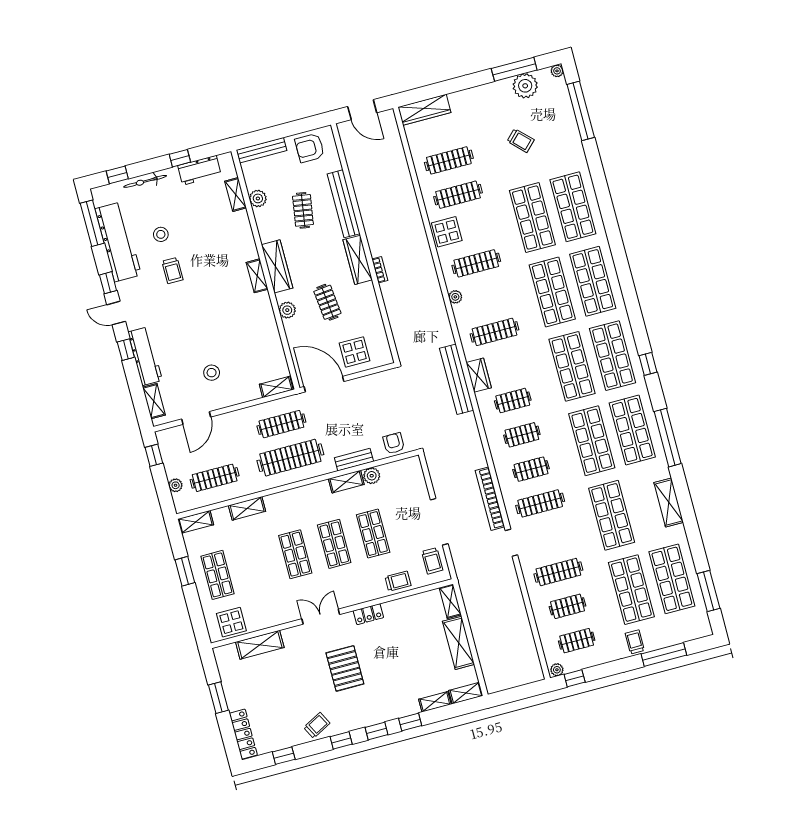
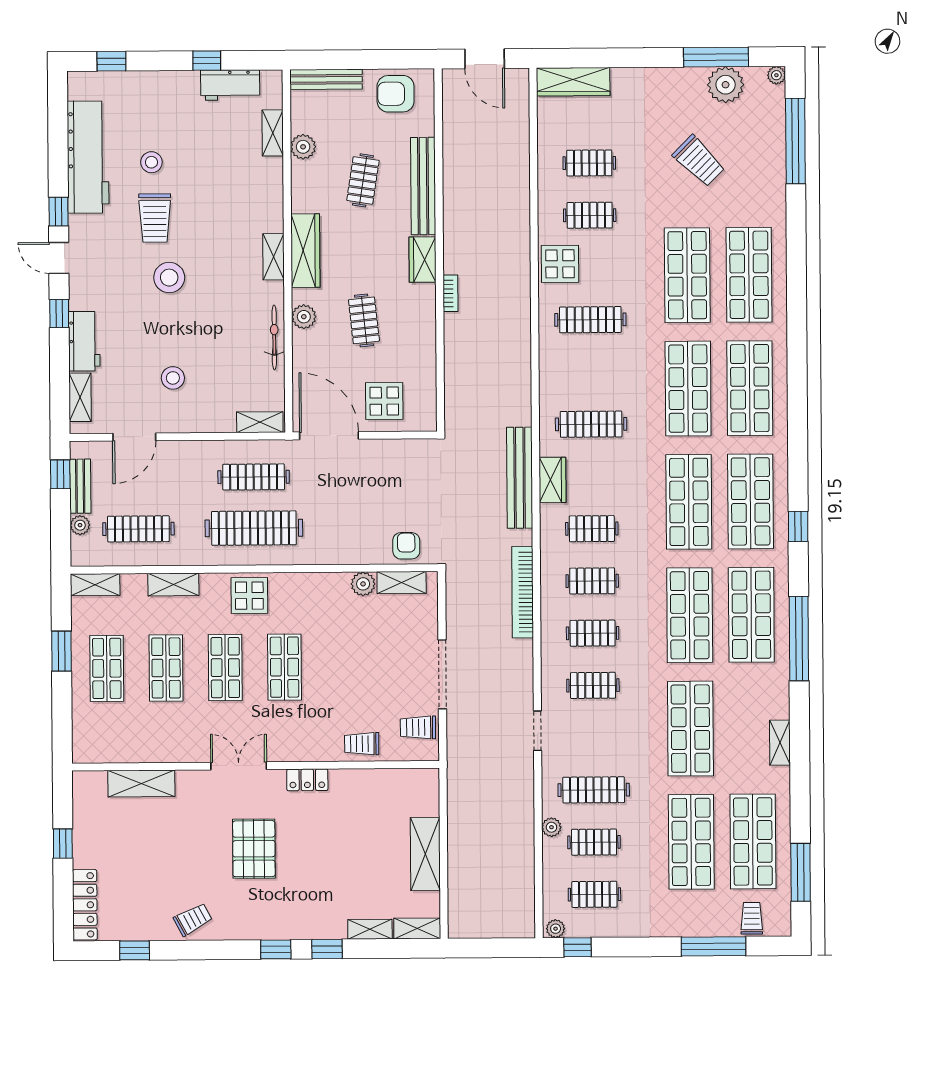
trolley: (521, 141) -> (699, 161), width x1.36, depth x1.39
clothes rail: (449, 160) -> (589, 163), width x0.73
bicycle: (145, 181) -> (274, 337), moved, turned 90
clothes rail: (458, 195) -> (590, 215), width x0.73
window: (92, 223) -> (58, 121), removed
wardrobe: (358, 260) -> (423, 260), width x0.67
trolley: (172, 271) -> (155, 218), width x1.36, depth x1.39
plant: (455, 297) -> (551, 827), moved
stool: (192, 307) -> (169, 278), added
workbench: (145, 356) -> (84, 341), width x0.73
bench: (354, 460) -> (80, 486), moved, turned 90
shelving: (346, 482) -> (402, 582), moved
bookcase: (490, 499) -> (523, 592), moved
shelving: (669, 502) -> (780, 743), width x0.67, depth x0.75
clothes rail: (540, 503) -> (593, 685), width x0.73
shop shelf: (373, 534) -> (166, 668), moved
trolley: (432, 561) -> (418, 727), turned 90
trolley: (398, 581) -> (362, 744), turned 180
shelving: (450, 601) -> (429, 792), removed
display table: (231, 622) -> (249, 596), moved
trolley: (635, 642) -> (752, 918), moved
window: (218, 698) -> (63, 844), width x0.67
window: (341, 740) -> (222, 950), removed

